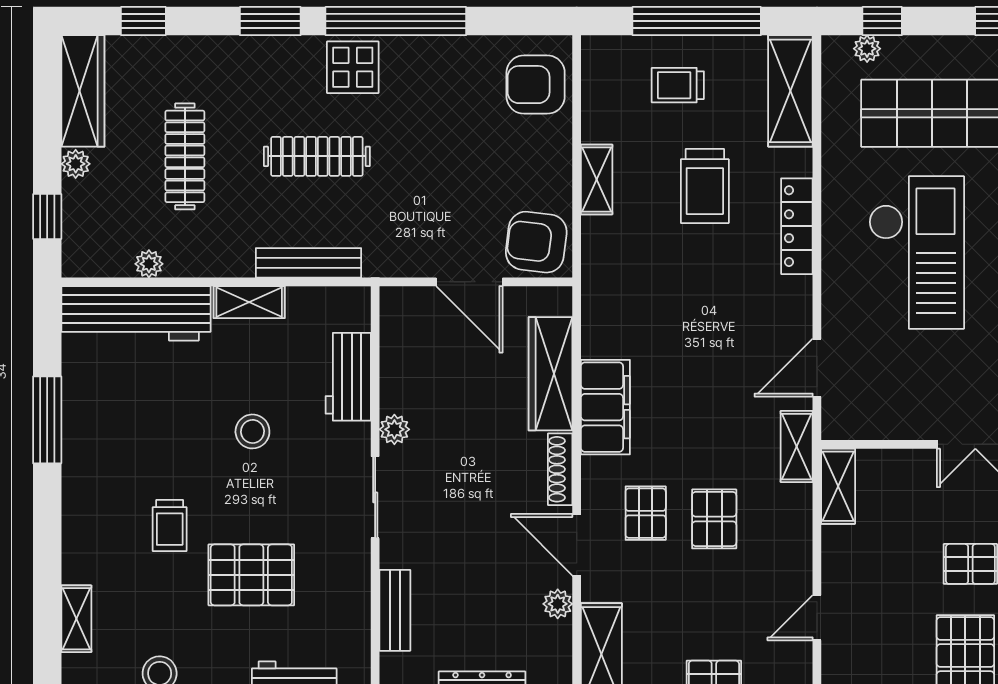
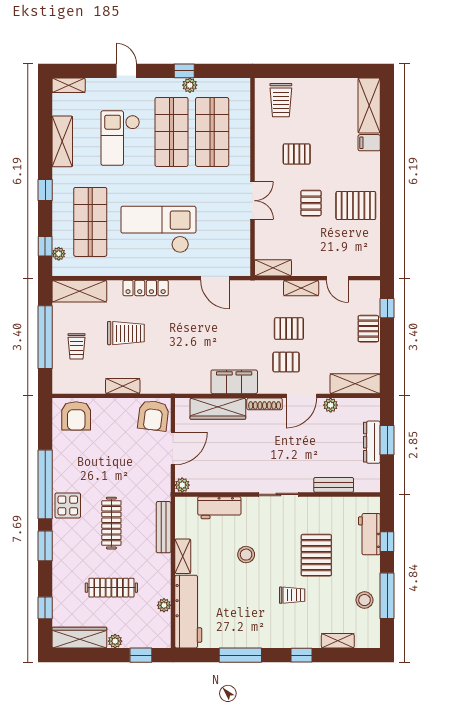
plant: (394, 429) -> (182, 485), moved
shelving: (797, 447) -> (301, 288), moved
window: (47, 545) -> (301, 655), added

